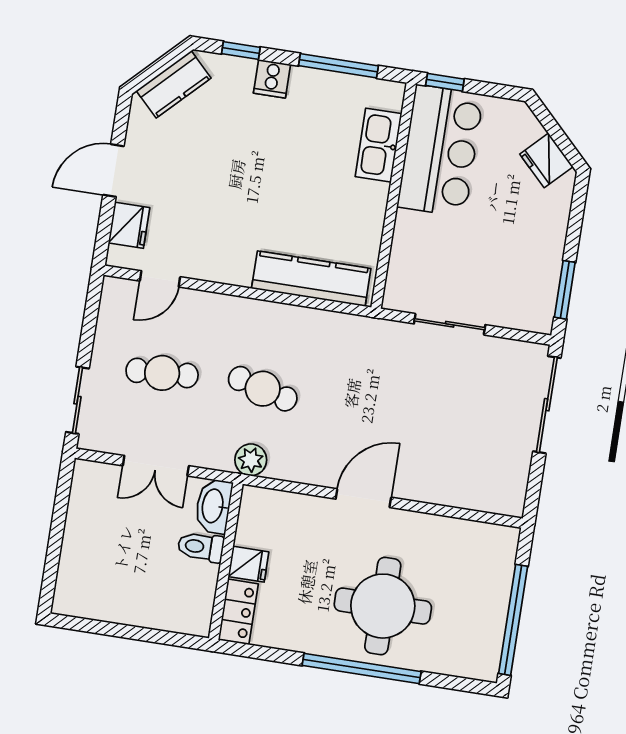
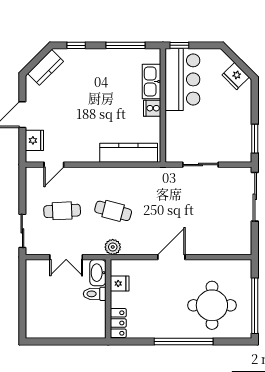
cooker: (272, 79) -> (152, 108), moved, turned 90
fridge: (248, 564) -> (120, 284), moved
round table: (383, 606) -> (212, 305), moved

